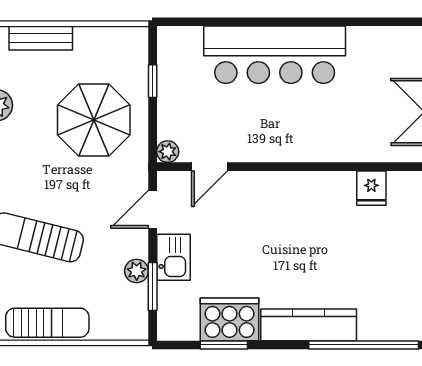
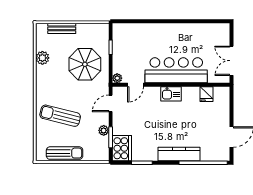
bar counter: (275, 55) -> (176, 70), moved, turned 180
kitchen sink: (173, 257) -> (171, 94), moved, turned 90
cooker: (230, 319) -> (122, 148), moved, turned 90

